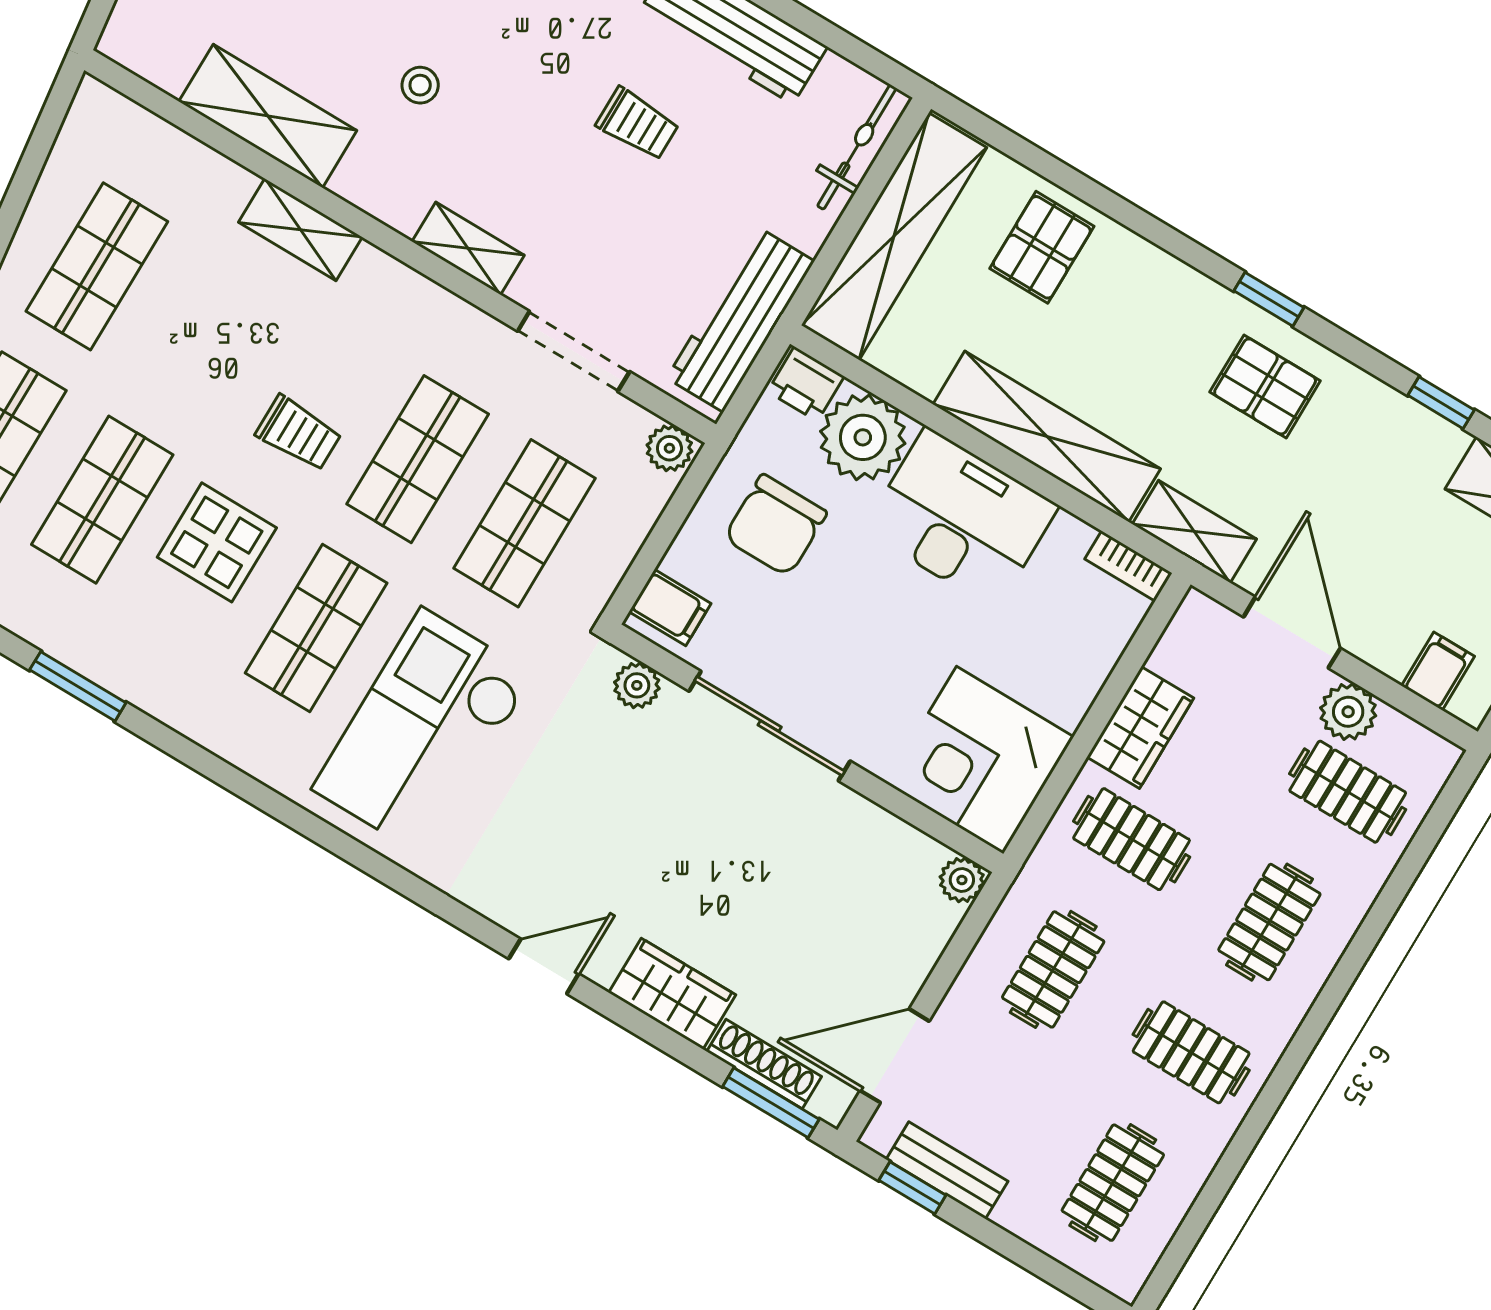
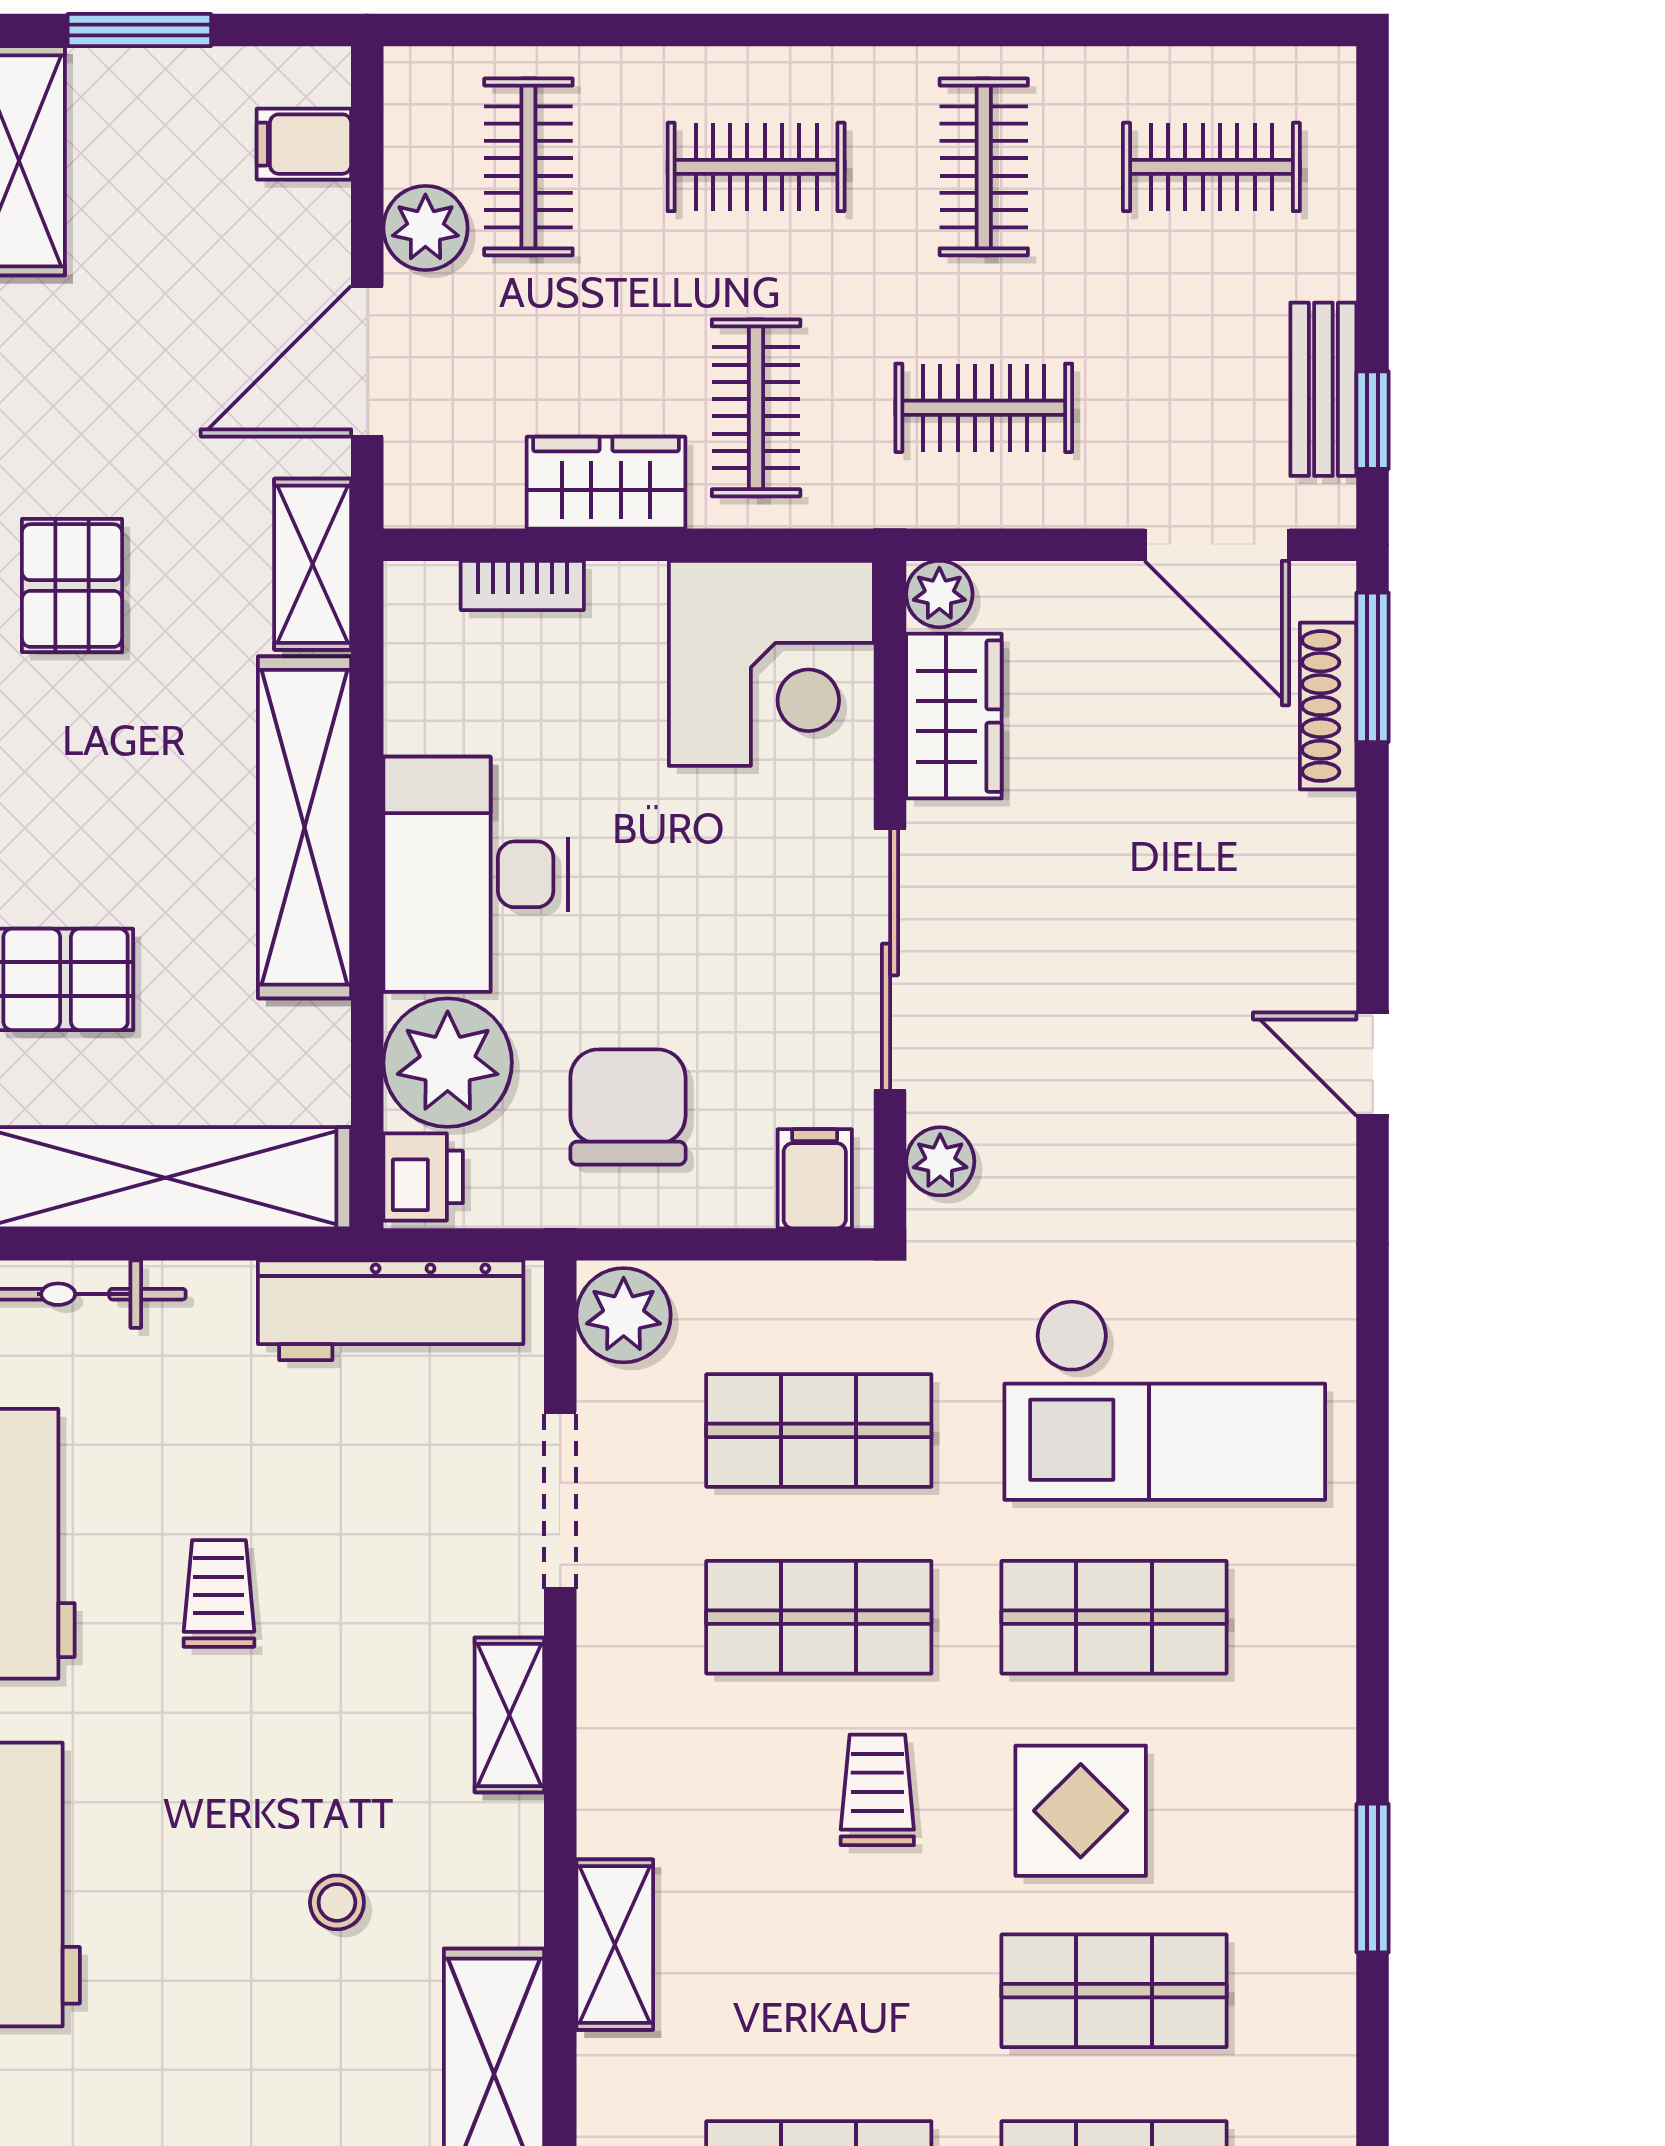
plant: (669, 448) -> (624, 1315), width x1.38, depth x1.38
chair: (775, 525) -> (628, 1107), turned -90
bookcase: (1128, 566) -> (522, 585), moved, turned 90
wardrobe: (672, 994) -> (954, 716), moved, turned 180

